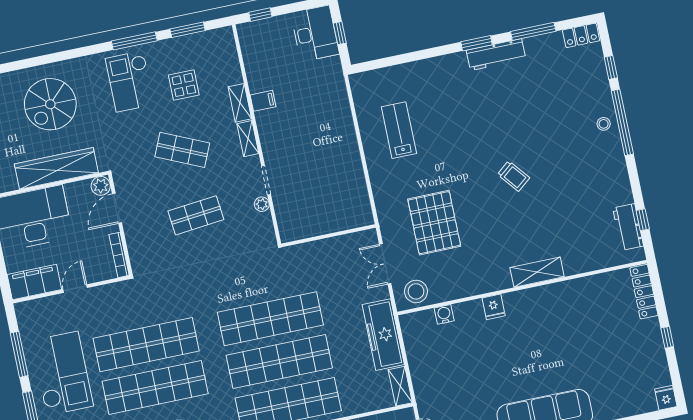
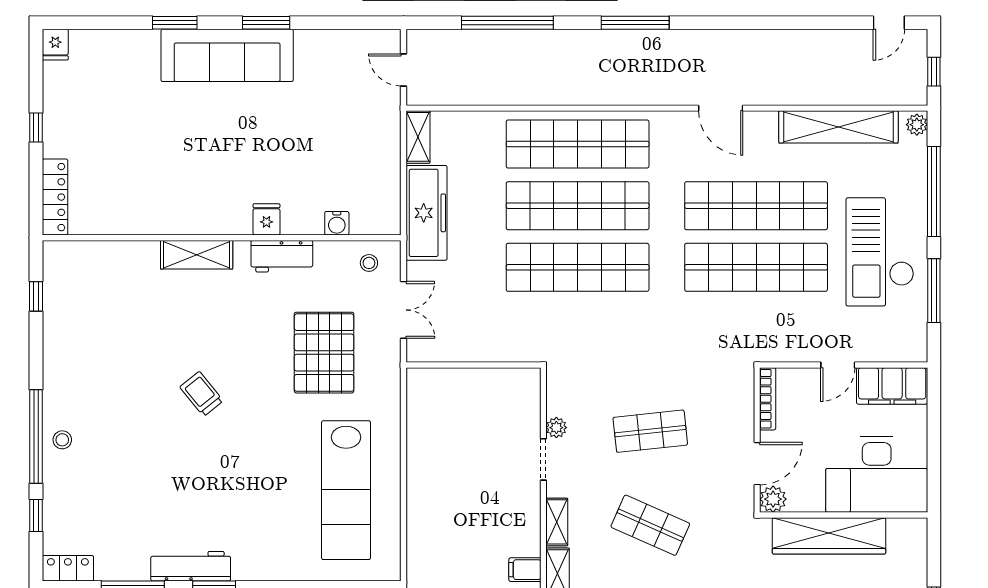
lab bench: (399, 130) -> (346, 490), width x1.86, depth x1.39
workbench: (628, 227) -> (282, 256), moved, turned 90
stool: (416, 291) -> (369, 263), width x0.53, depth x0.53

